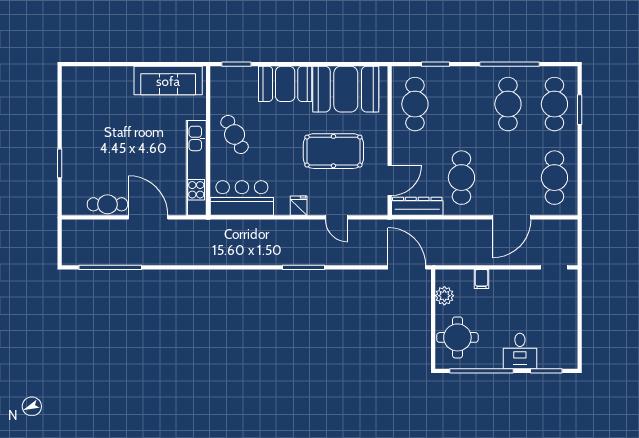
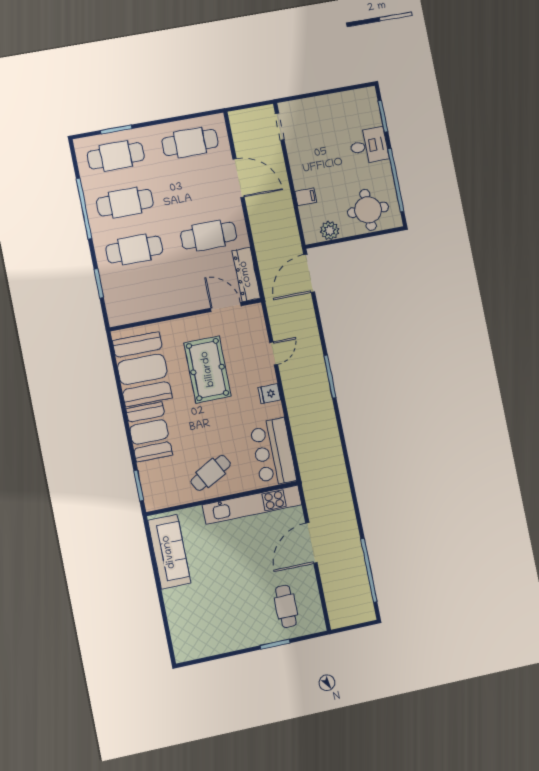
cafe table: (415, 104) -> (134, 249), moved
cafe table: (107, 204) -> (286, 606), moved

